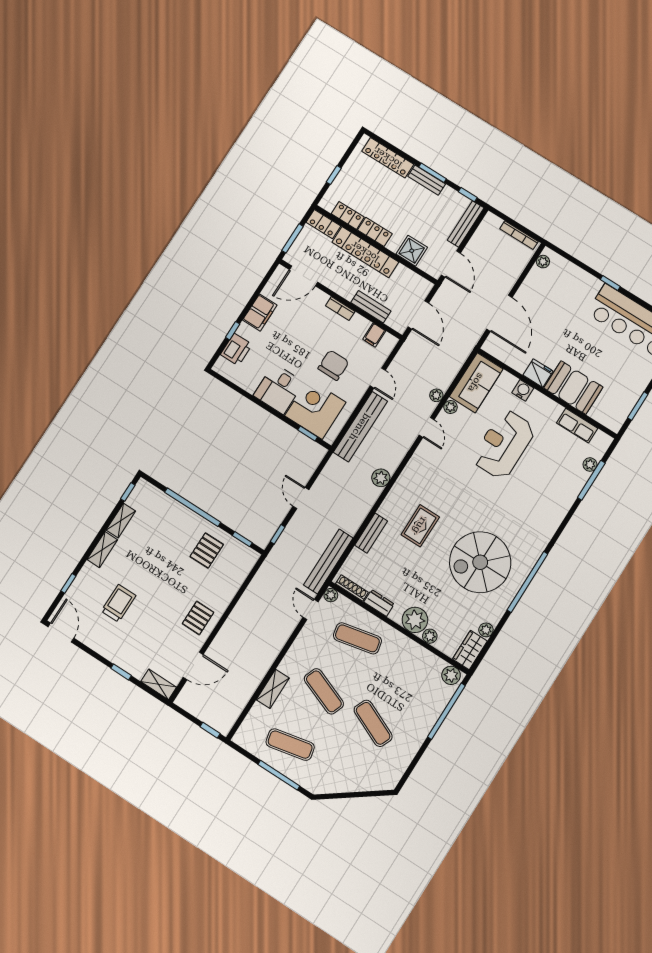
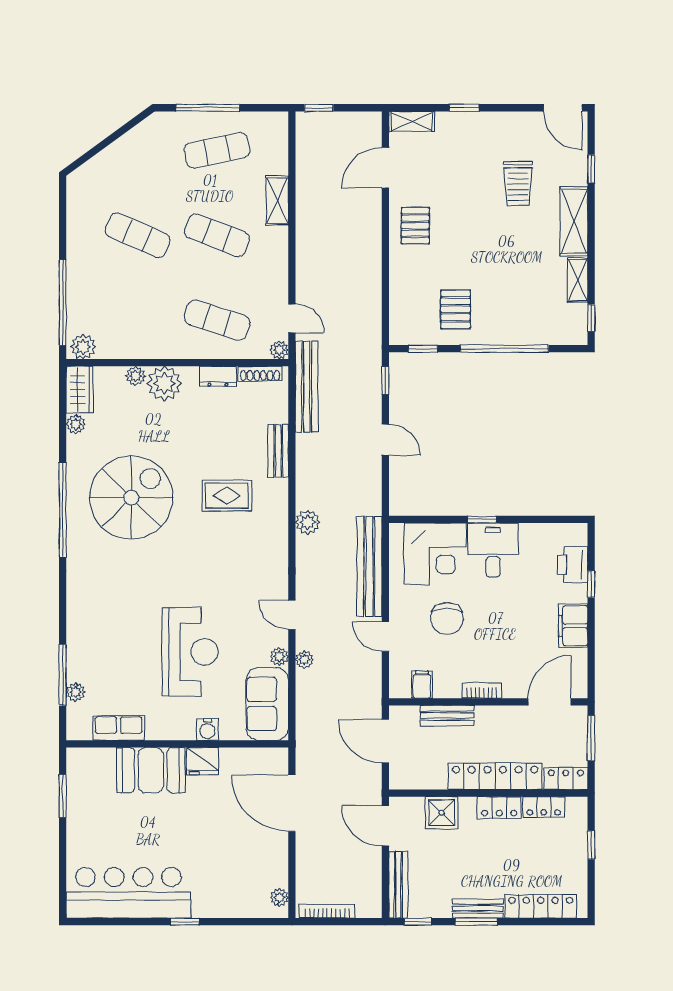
window: (308, 434) -> (482, 519), moved
rug: (420, 526) -> (227, 496), turned 90
shelving: (102, 550) -> (574, 221), width x1.50, depth x1.33
exercise mat: (357, 638) -> (217, 320), turned 30

